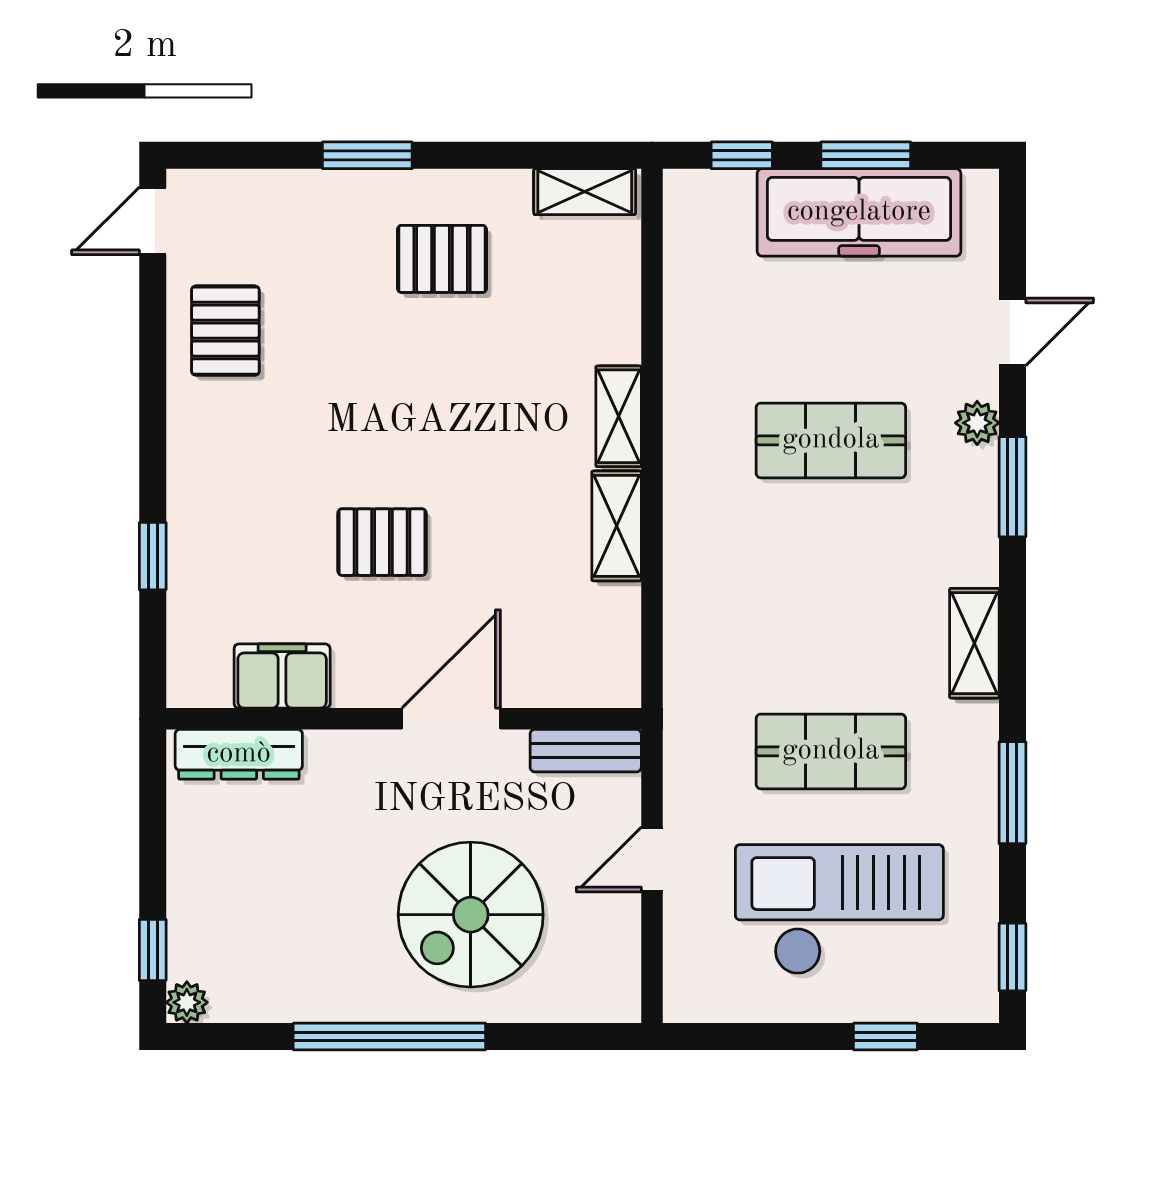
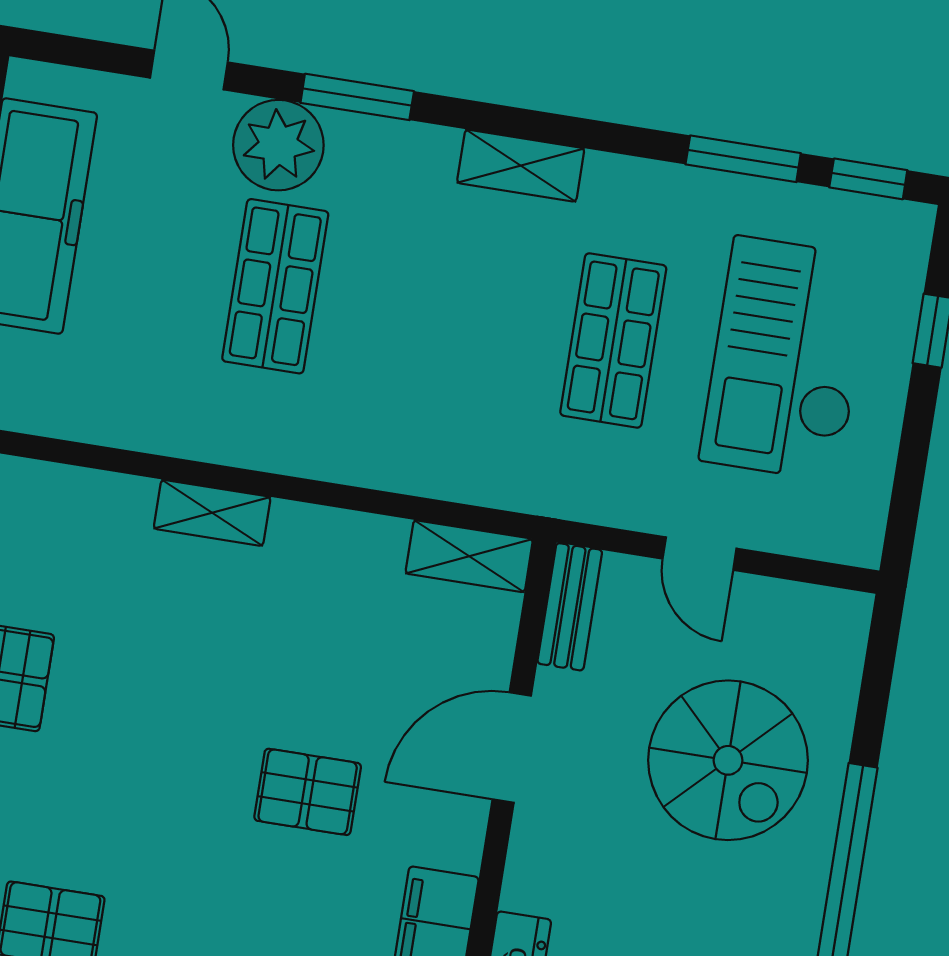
plant: (977, 423) -> (278, 145), width x1.88, depth x1.88
shelving: (617, 526) -> (469, 556), moved
pallet: (382, 542) -> (308, 792), turned 90
door: (451, 719) -> (512, 747), hinge flipped
window: (1012, 793) -> (743, 159), moved

